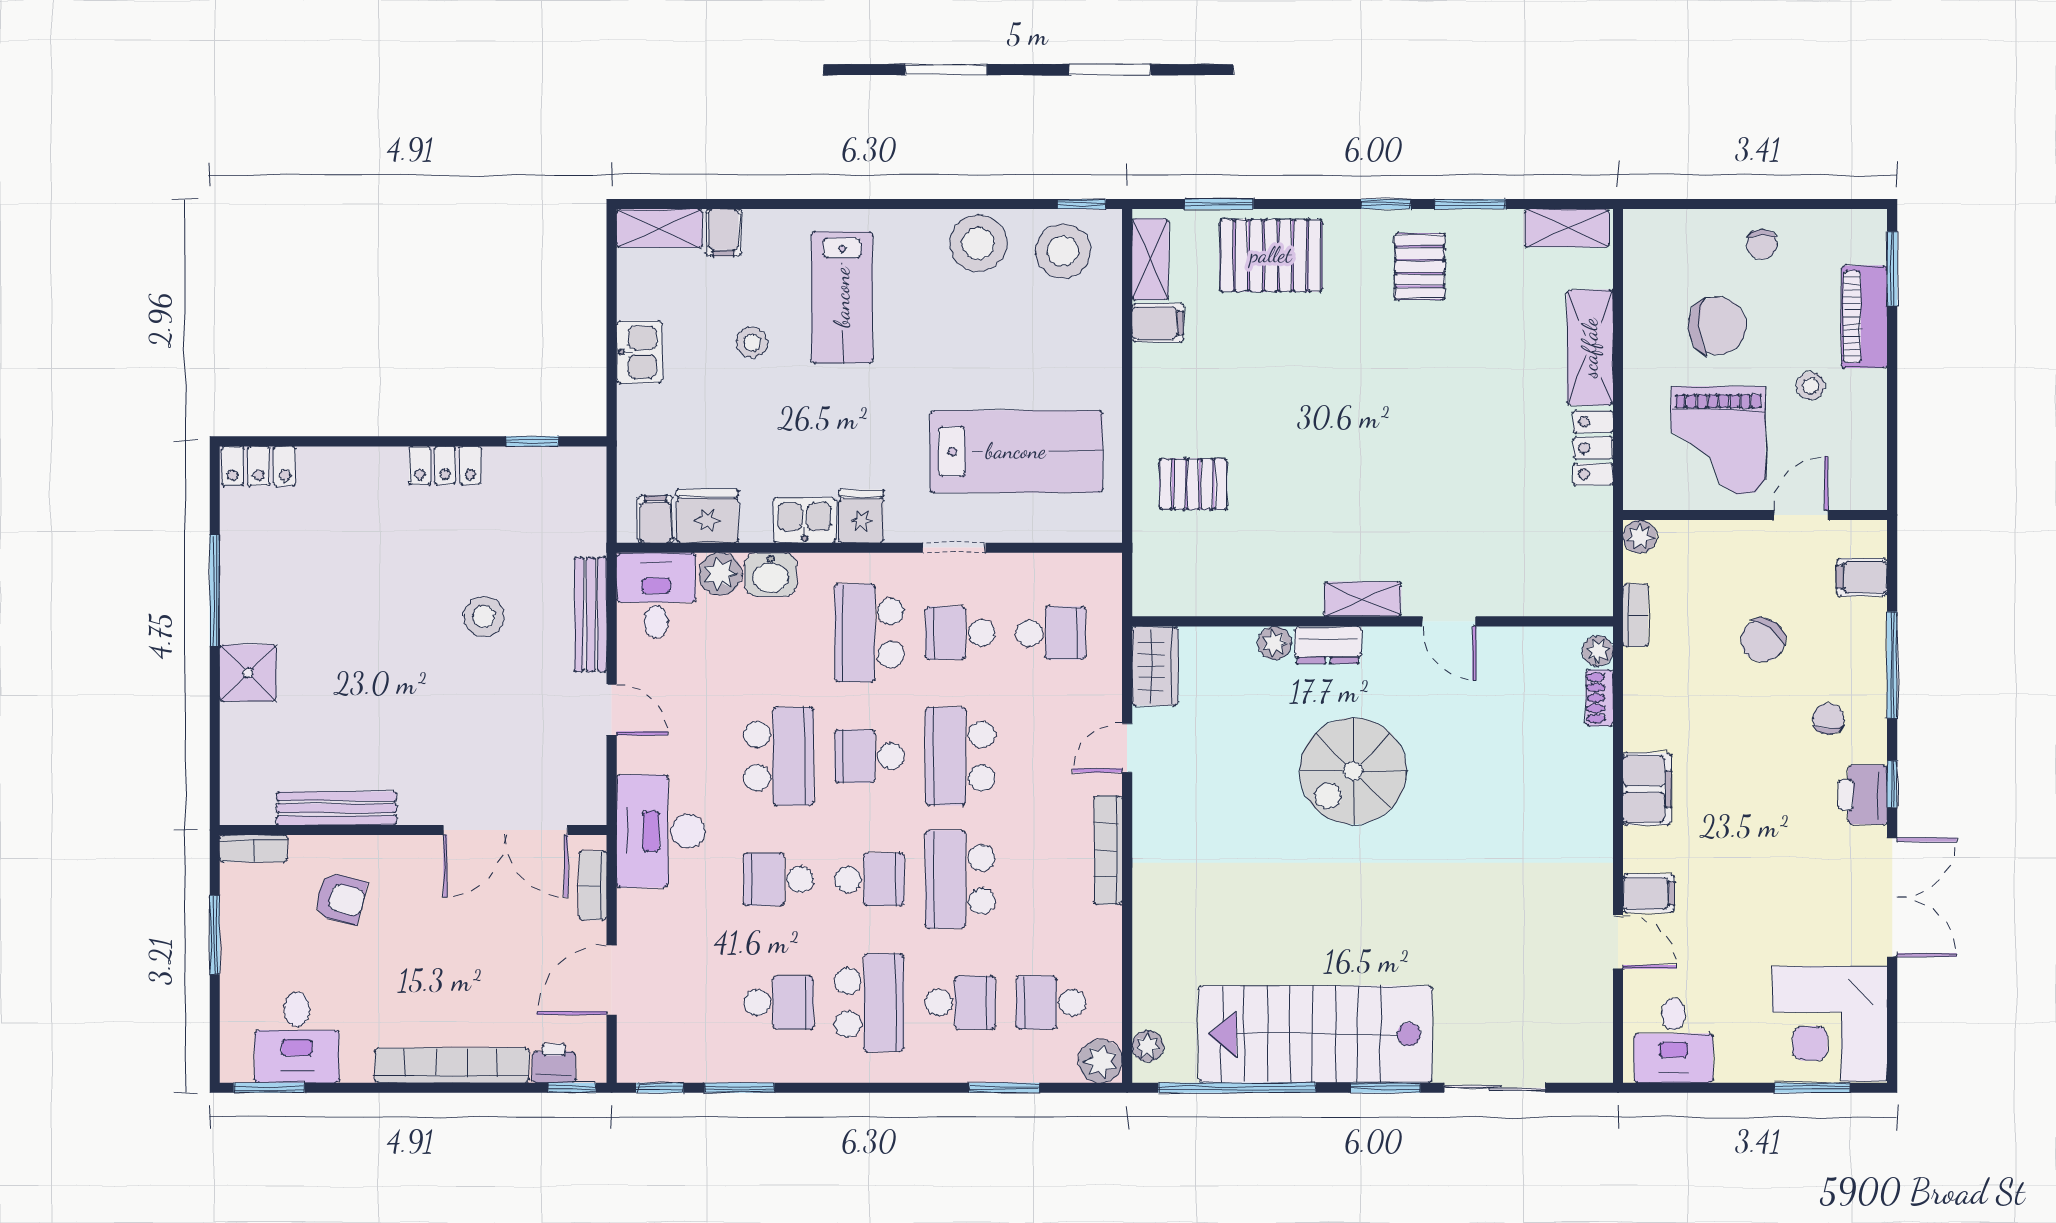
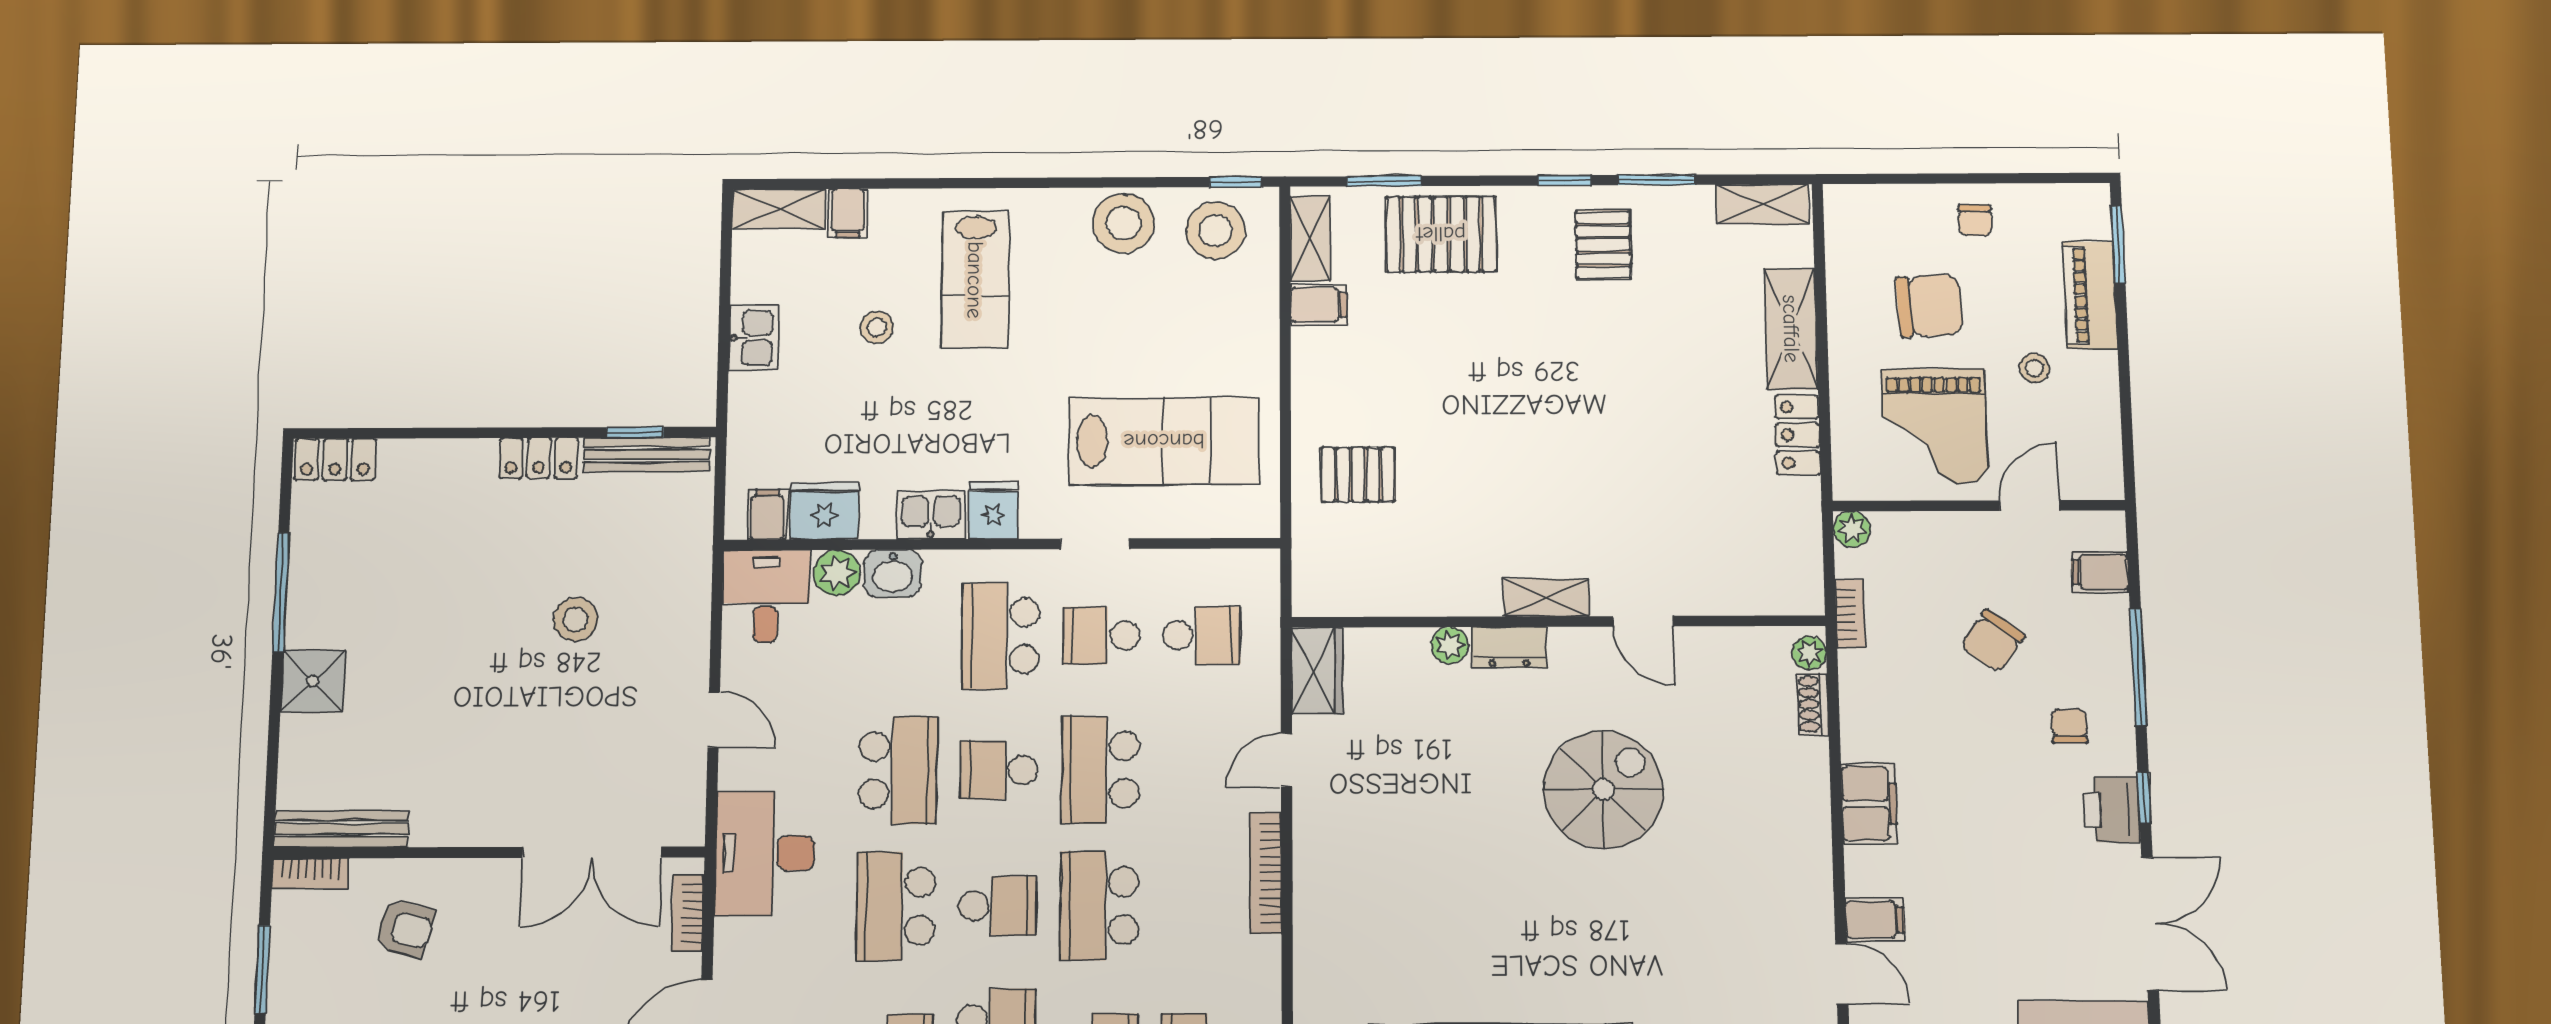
bench: (591, 614) -> (647, 454), moved, turned 90
spiral stairs: (1353, 771) -> (1603, 790), moved, turned 180
bench: (336, 808) -> (341, 829), moved
school desk: (779, 879) -> (896, 906), width x1.85

